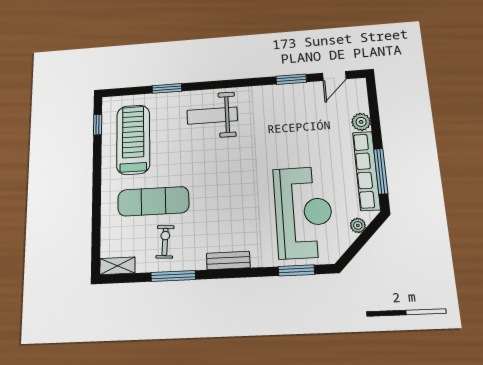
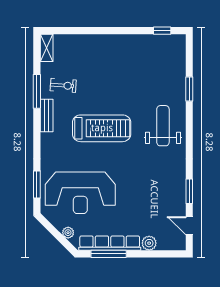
treadmill: (133, 140) -> (102, 128), moved
exercise mat: (153, 201) -> (95, 77), removed
bench: (228, 260) -> (47, 115), moved

